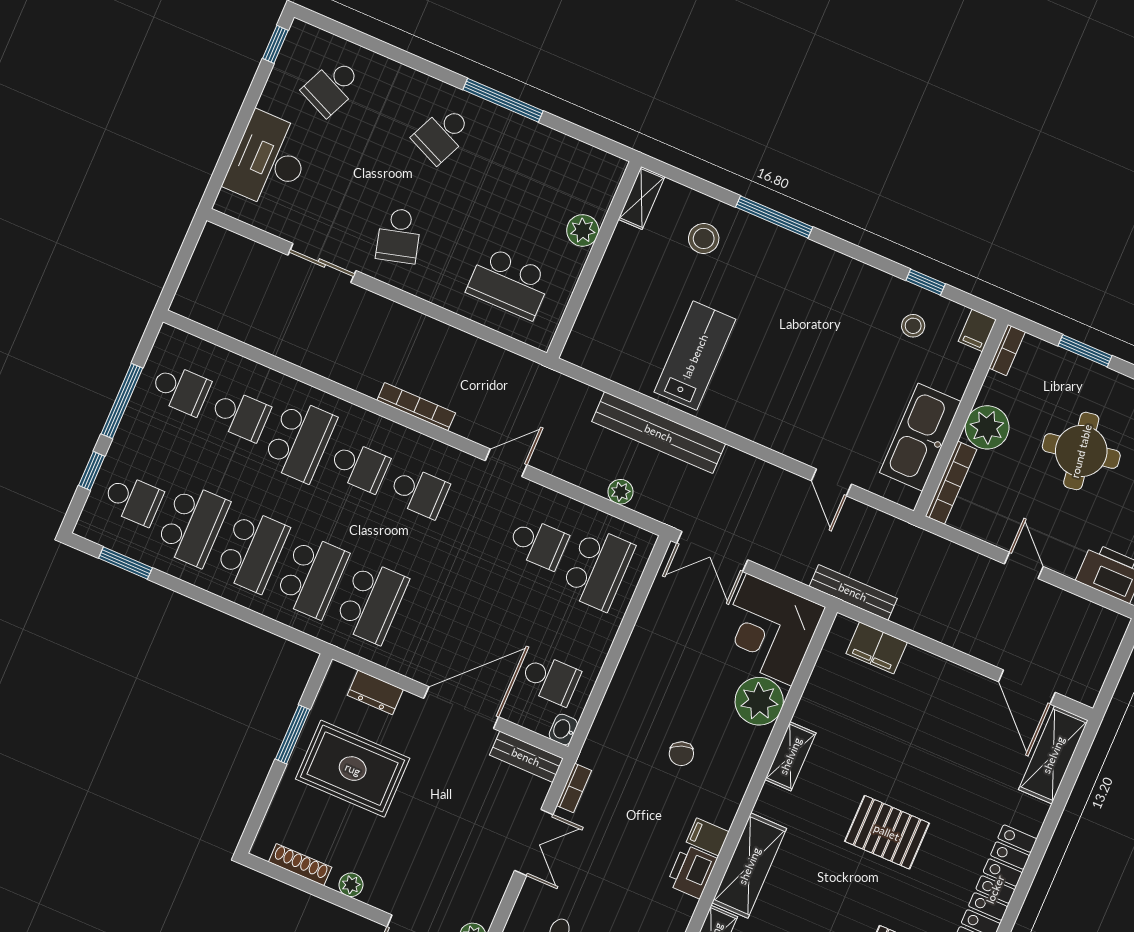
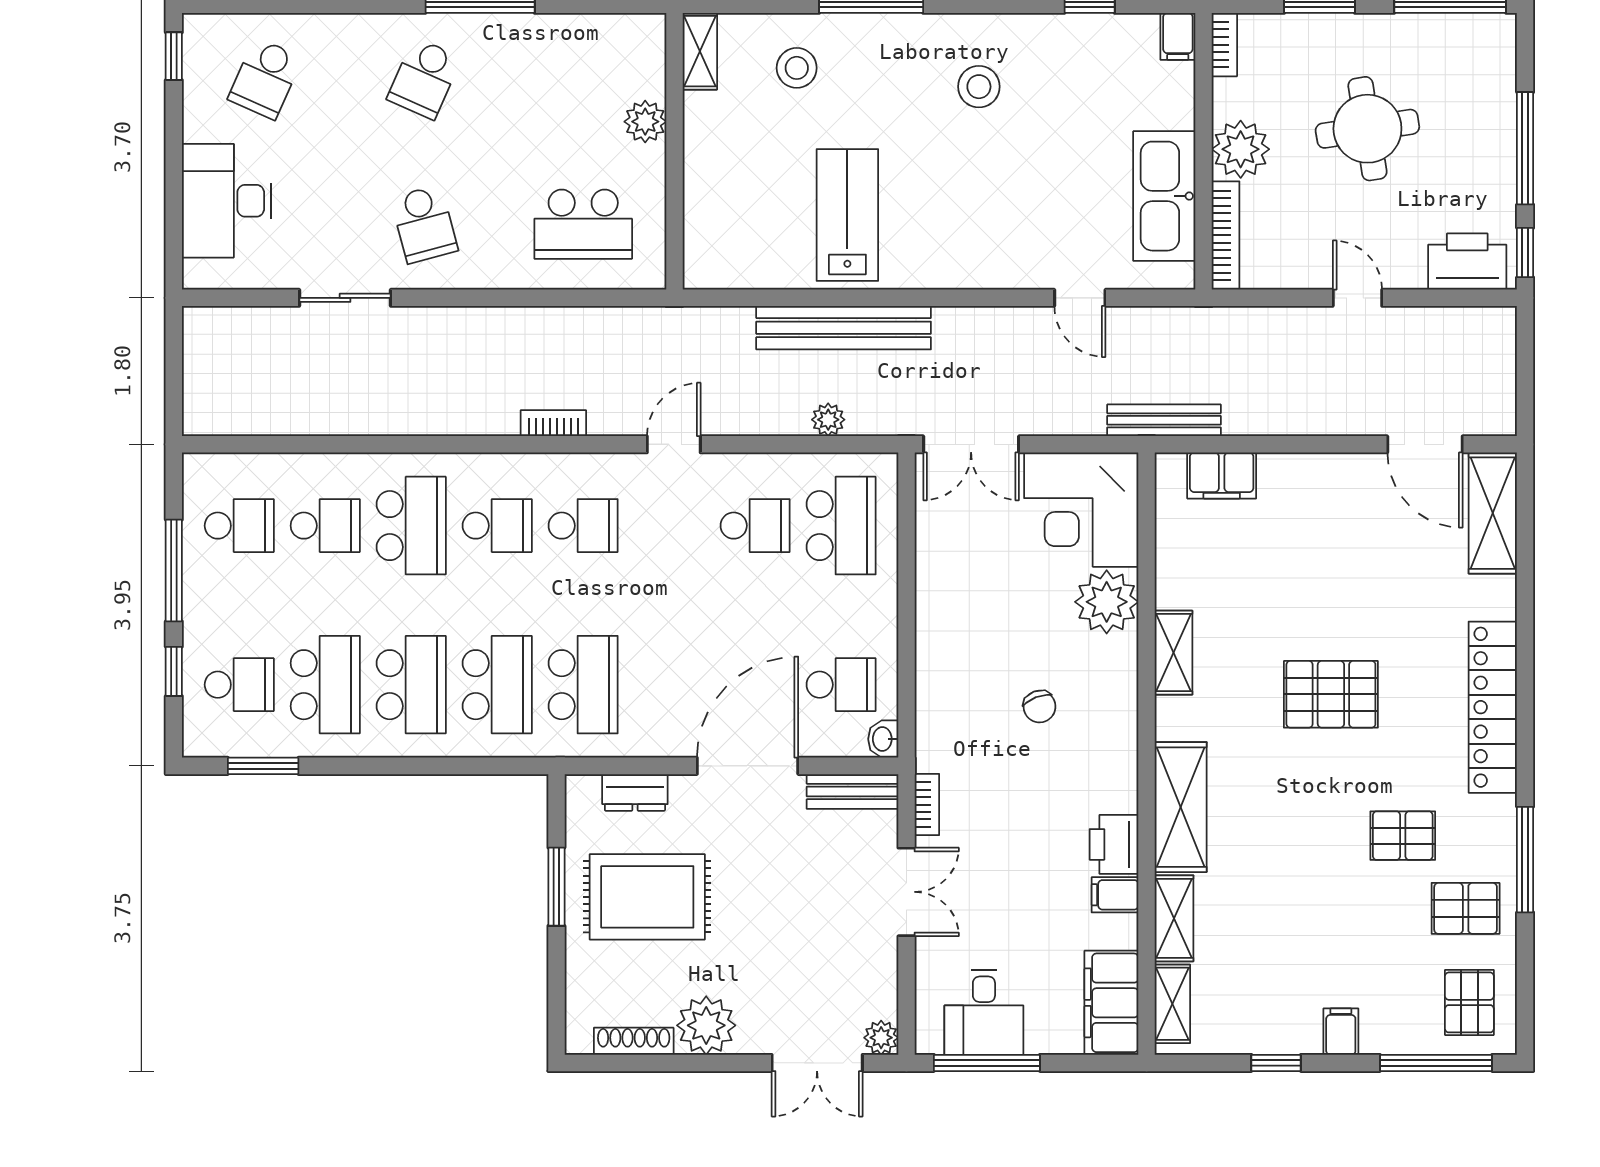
stool: (913, 326) -> (979, 87), moved, width x1.37, depth x1.37
bookcase: (416, 407) -> (553, 423), width x0.64
filing cabinet: (708, 837) -> (1115, 895), moved
plant: (351, 885) -> (706, 1025), width x1.88, depth x1.88

